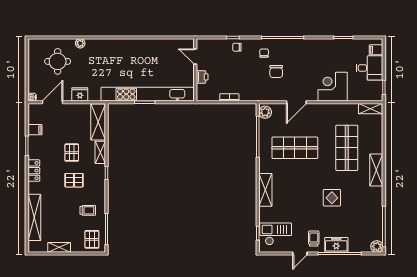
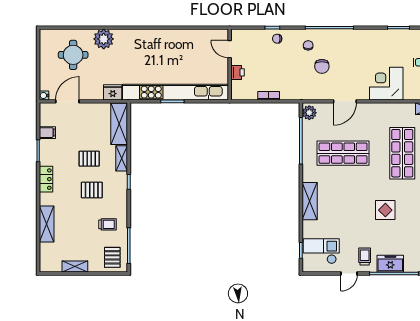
plant: (80, 43) -> (104, 39), width x1.87, depth x1.87
fridge: (80, 94) -> (113, 92), moved
pallet: (72, 153) -> (89, 159), turned 90
shelving: (34, 217) -> (47, 224), width x0.68

